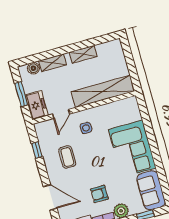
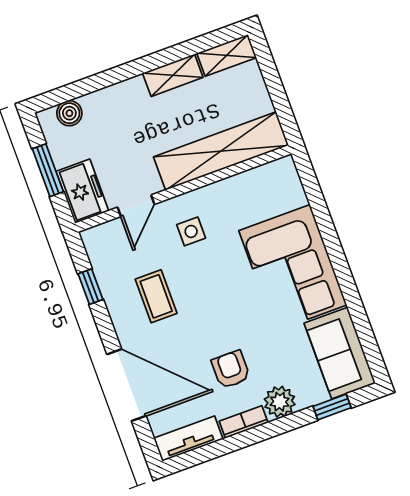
shelving: (52, 63) -> (227, 55), moved
armchair: (99, 194) -> (231, 369), turned 90
door: (50, 197) -> (126, 385), width x1.36

